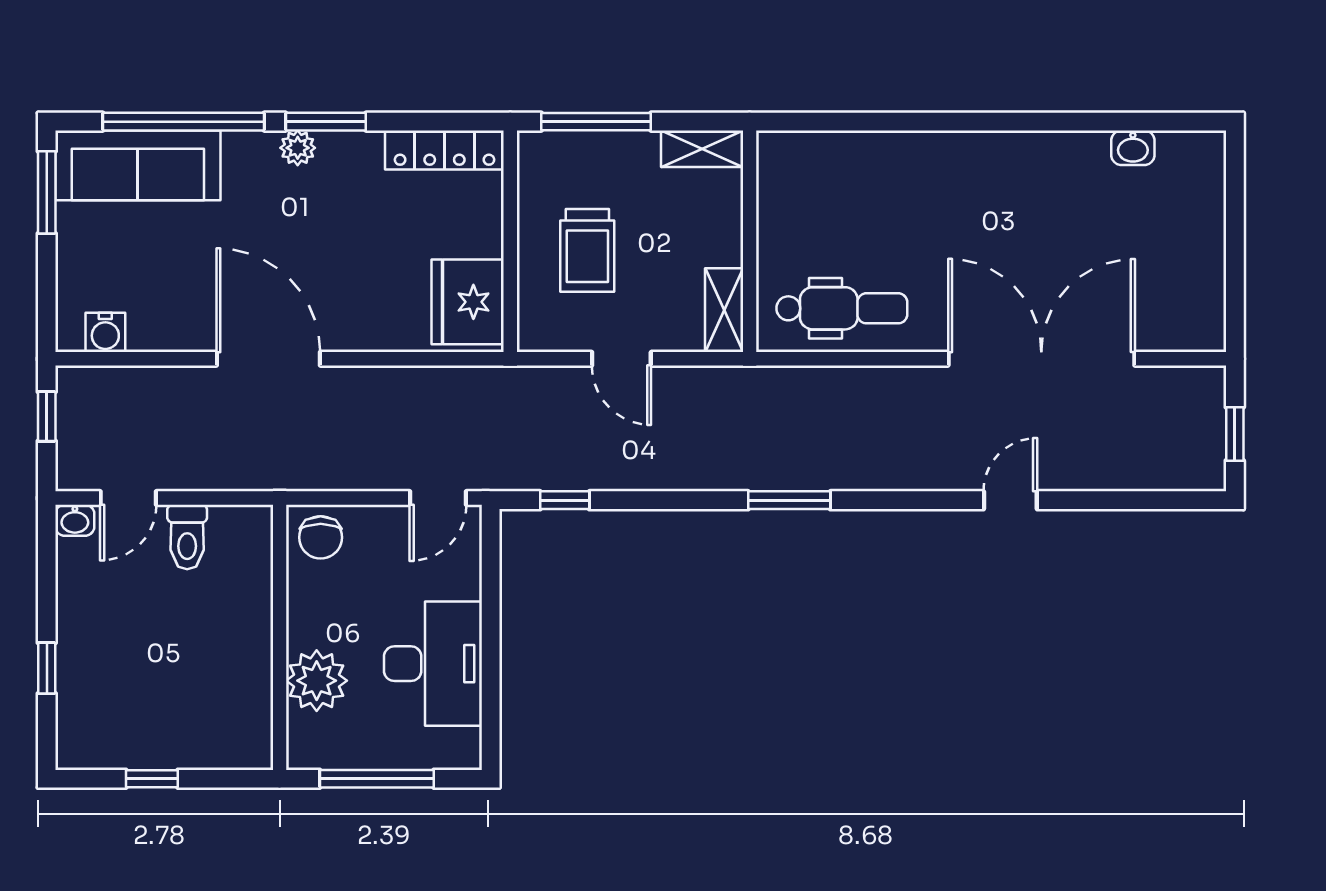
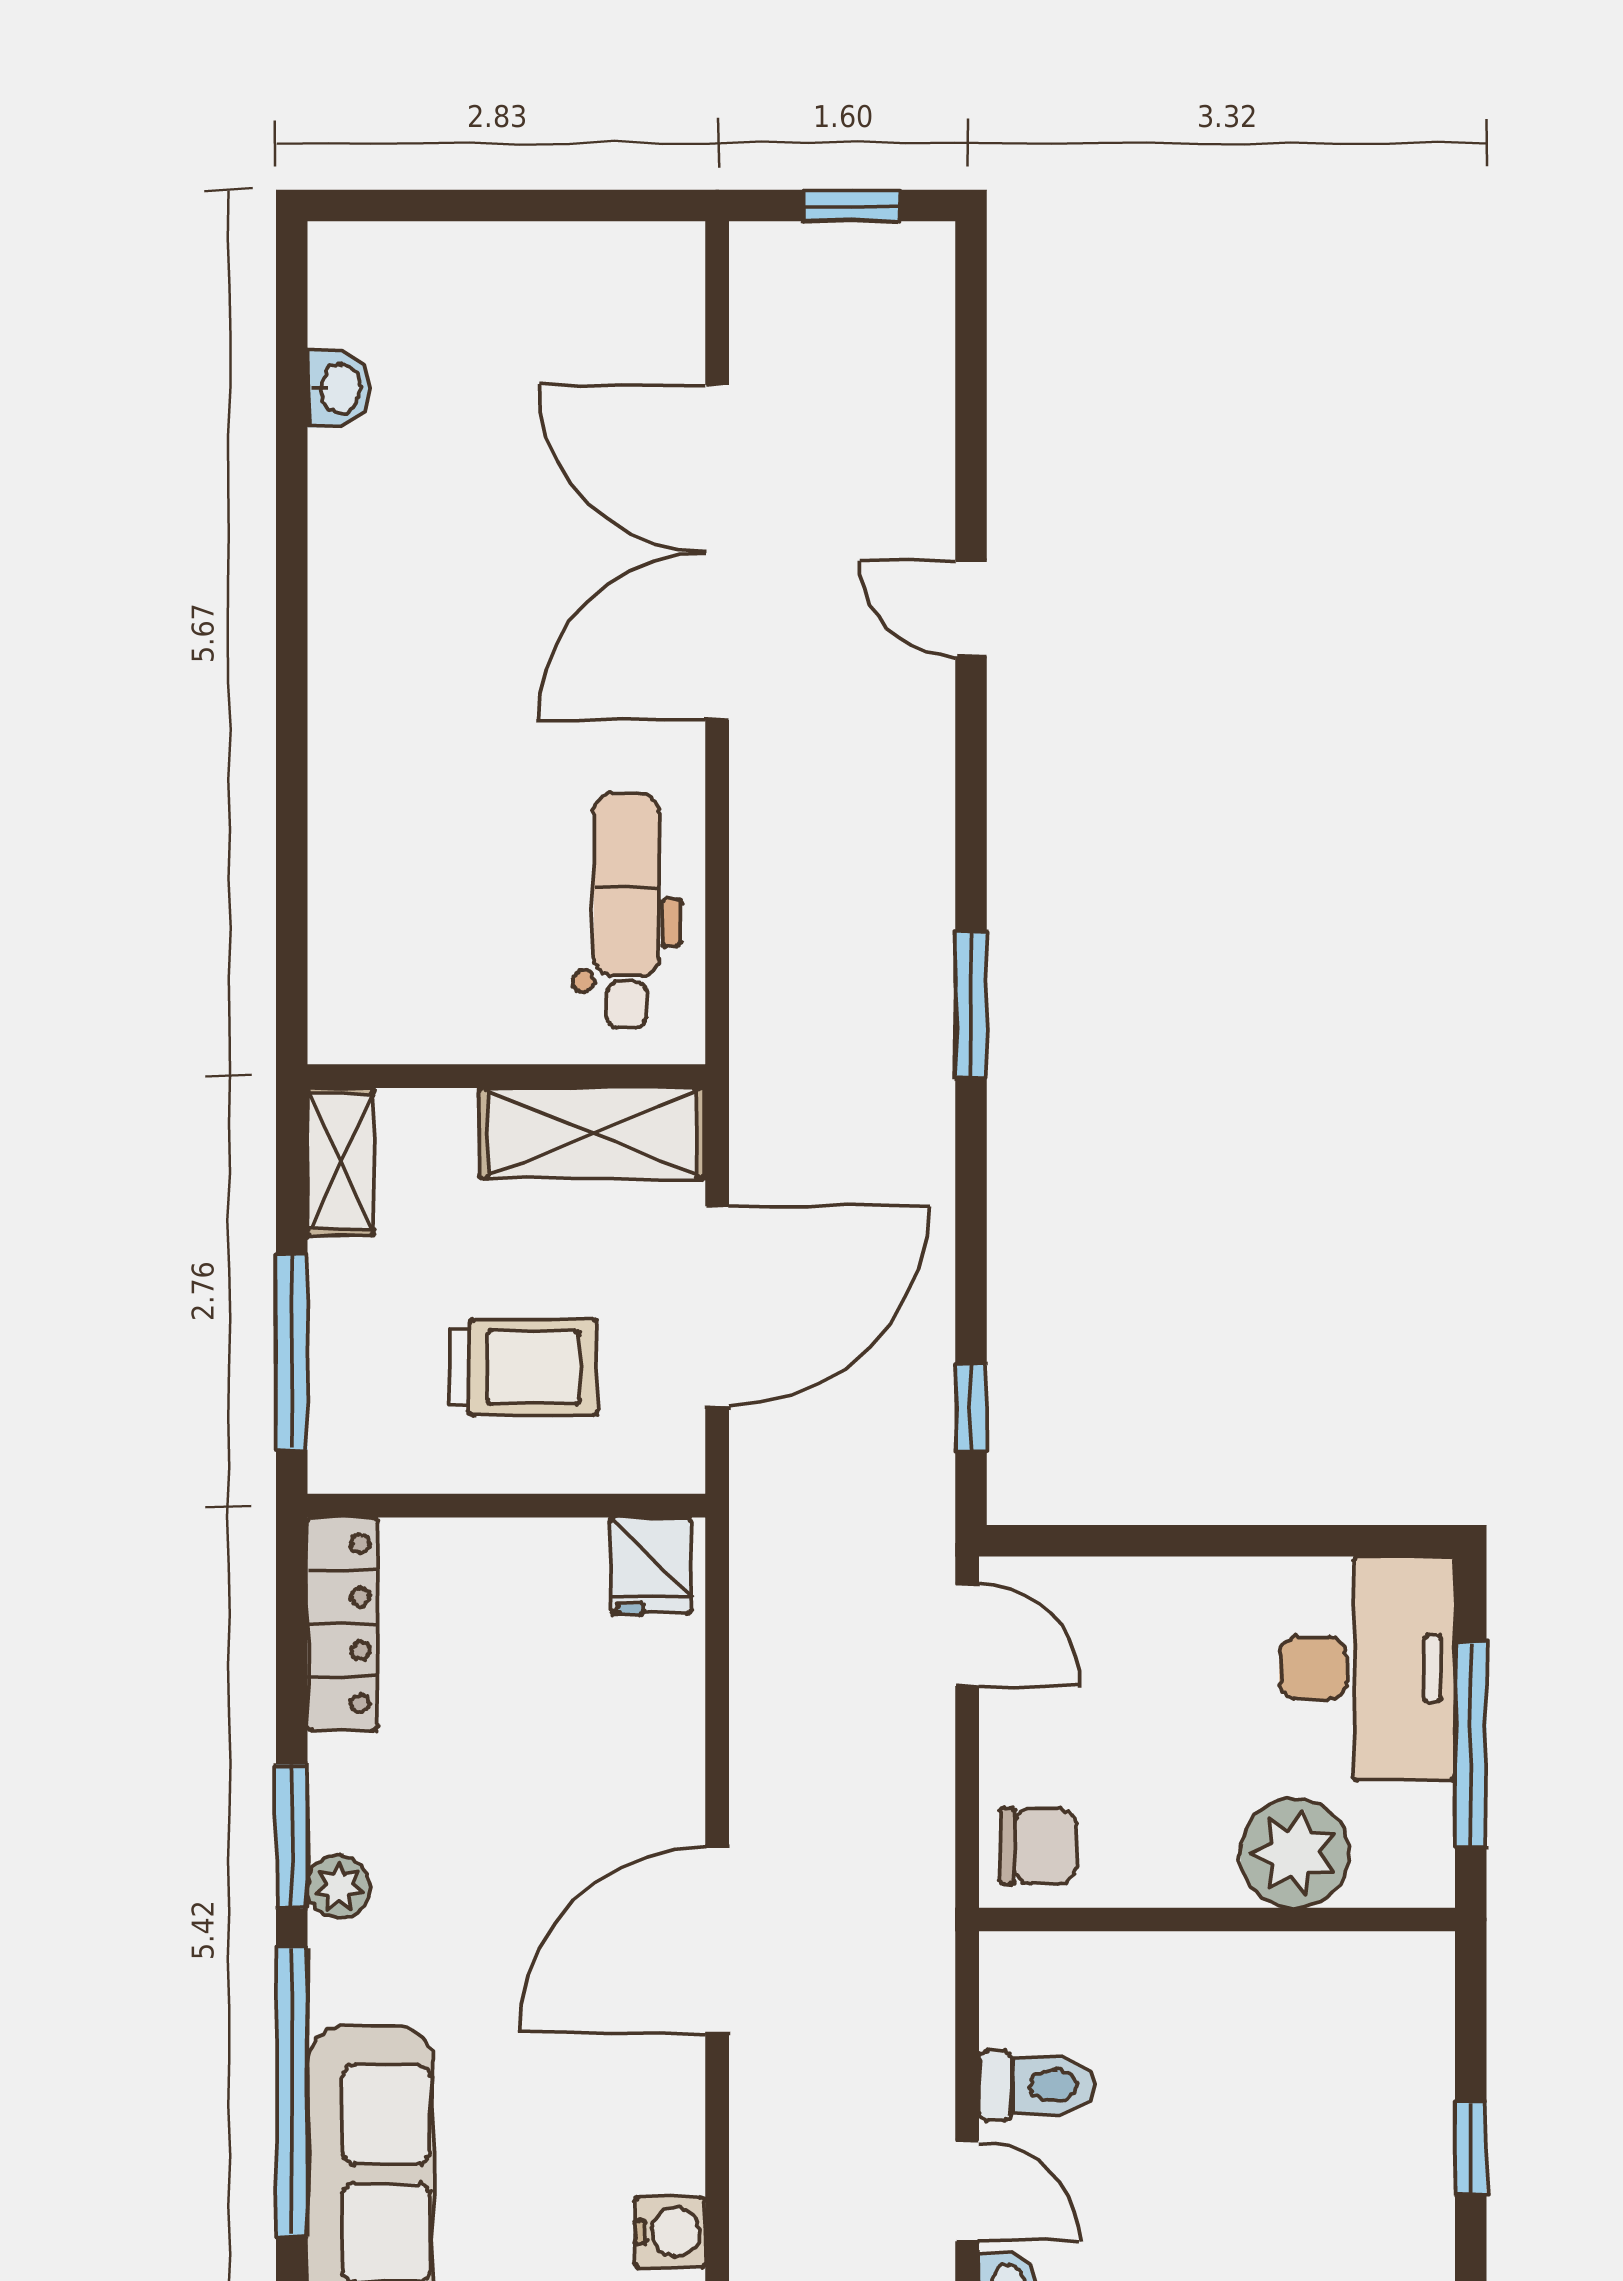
fridge: (468, 302) -> (651, 1566), width x0.53, depth x0.75
shelving: (724, 310) -> (592, 1133), width x1.50, depth x1.33
door: (621, 359) -> (717, 1306), width x1.87
desk: (433, 664) -> (1367, 1668), moved, turned 90

